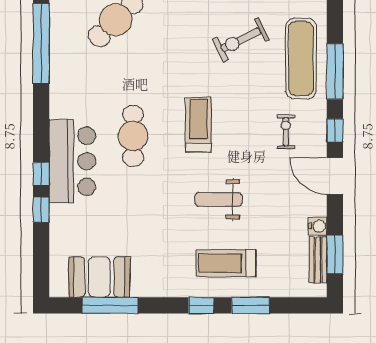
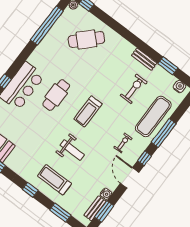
exercise bike: (241, 40) -> (134, 89), turned 116
treadmill: (199, 125) -> (88, 111), turned 180
weight bench: (219, 199) -> (72, 150), turned 180
window: (251, 305) -> (60, 213), moved

